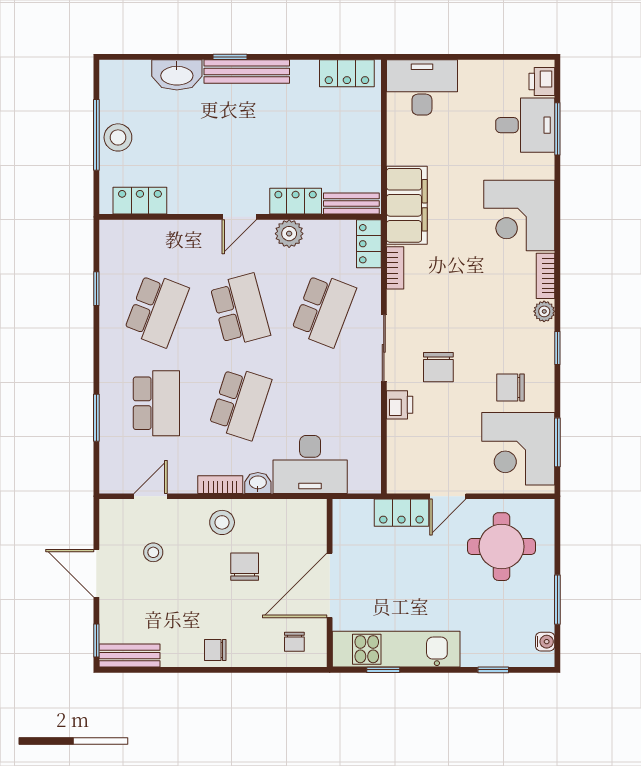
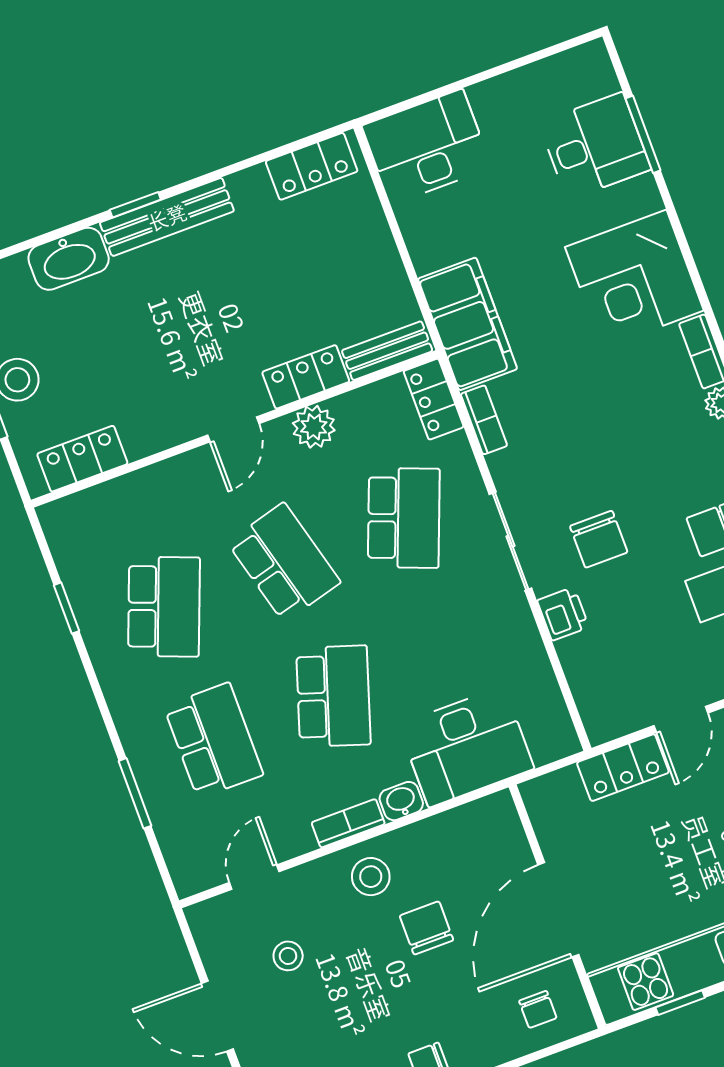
printer: (542, 82) -> (596, 75), removed

